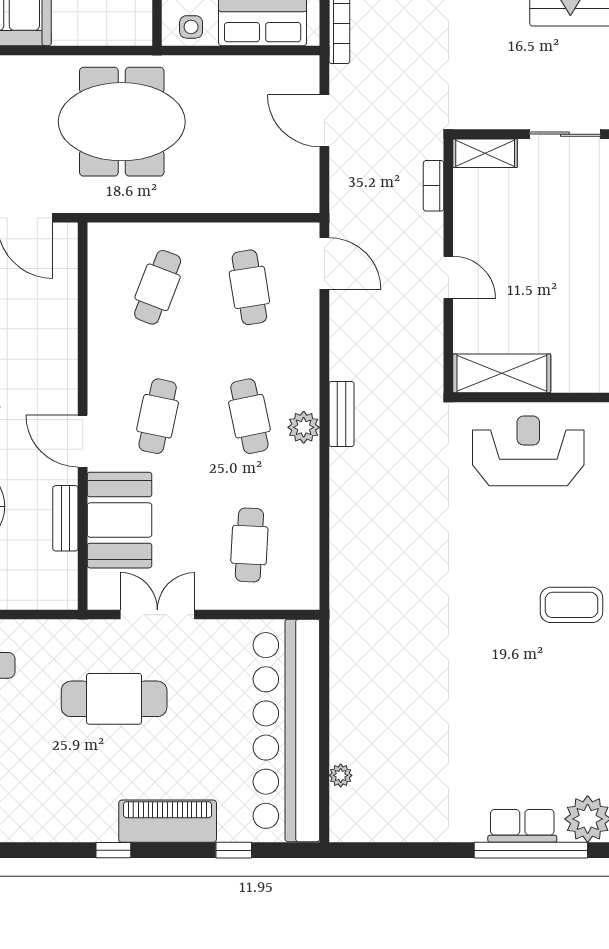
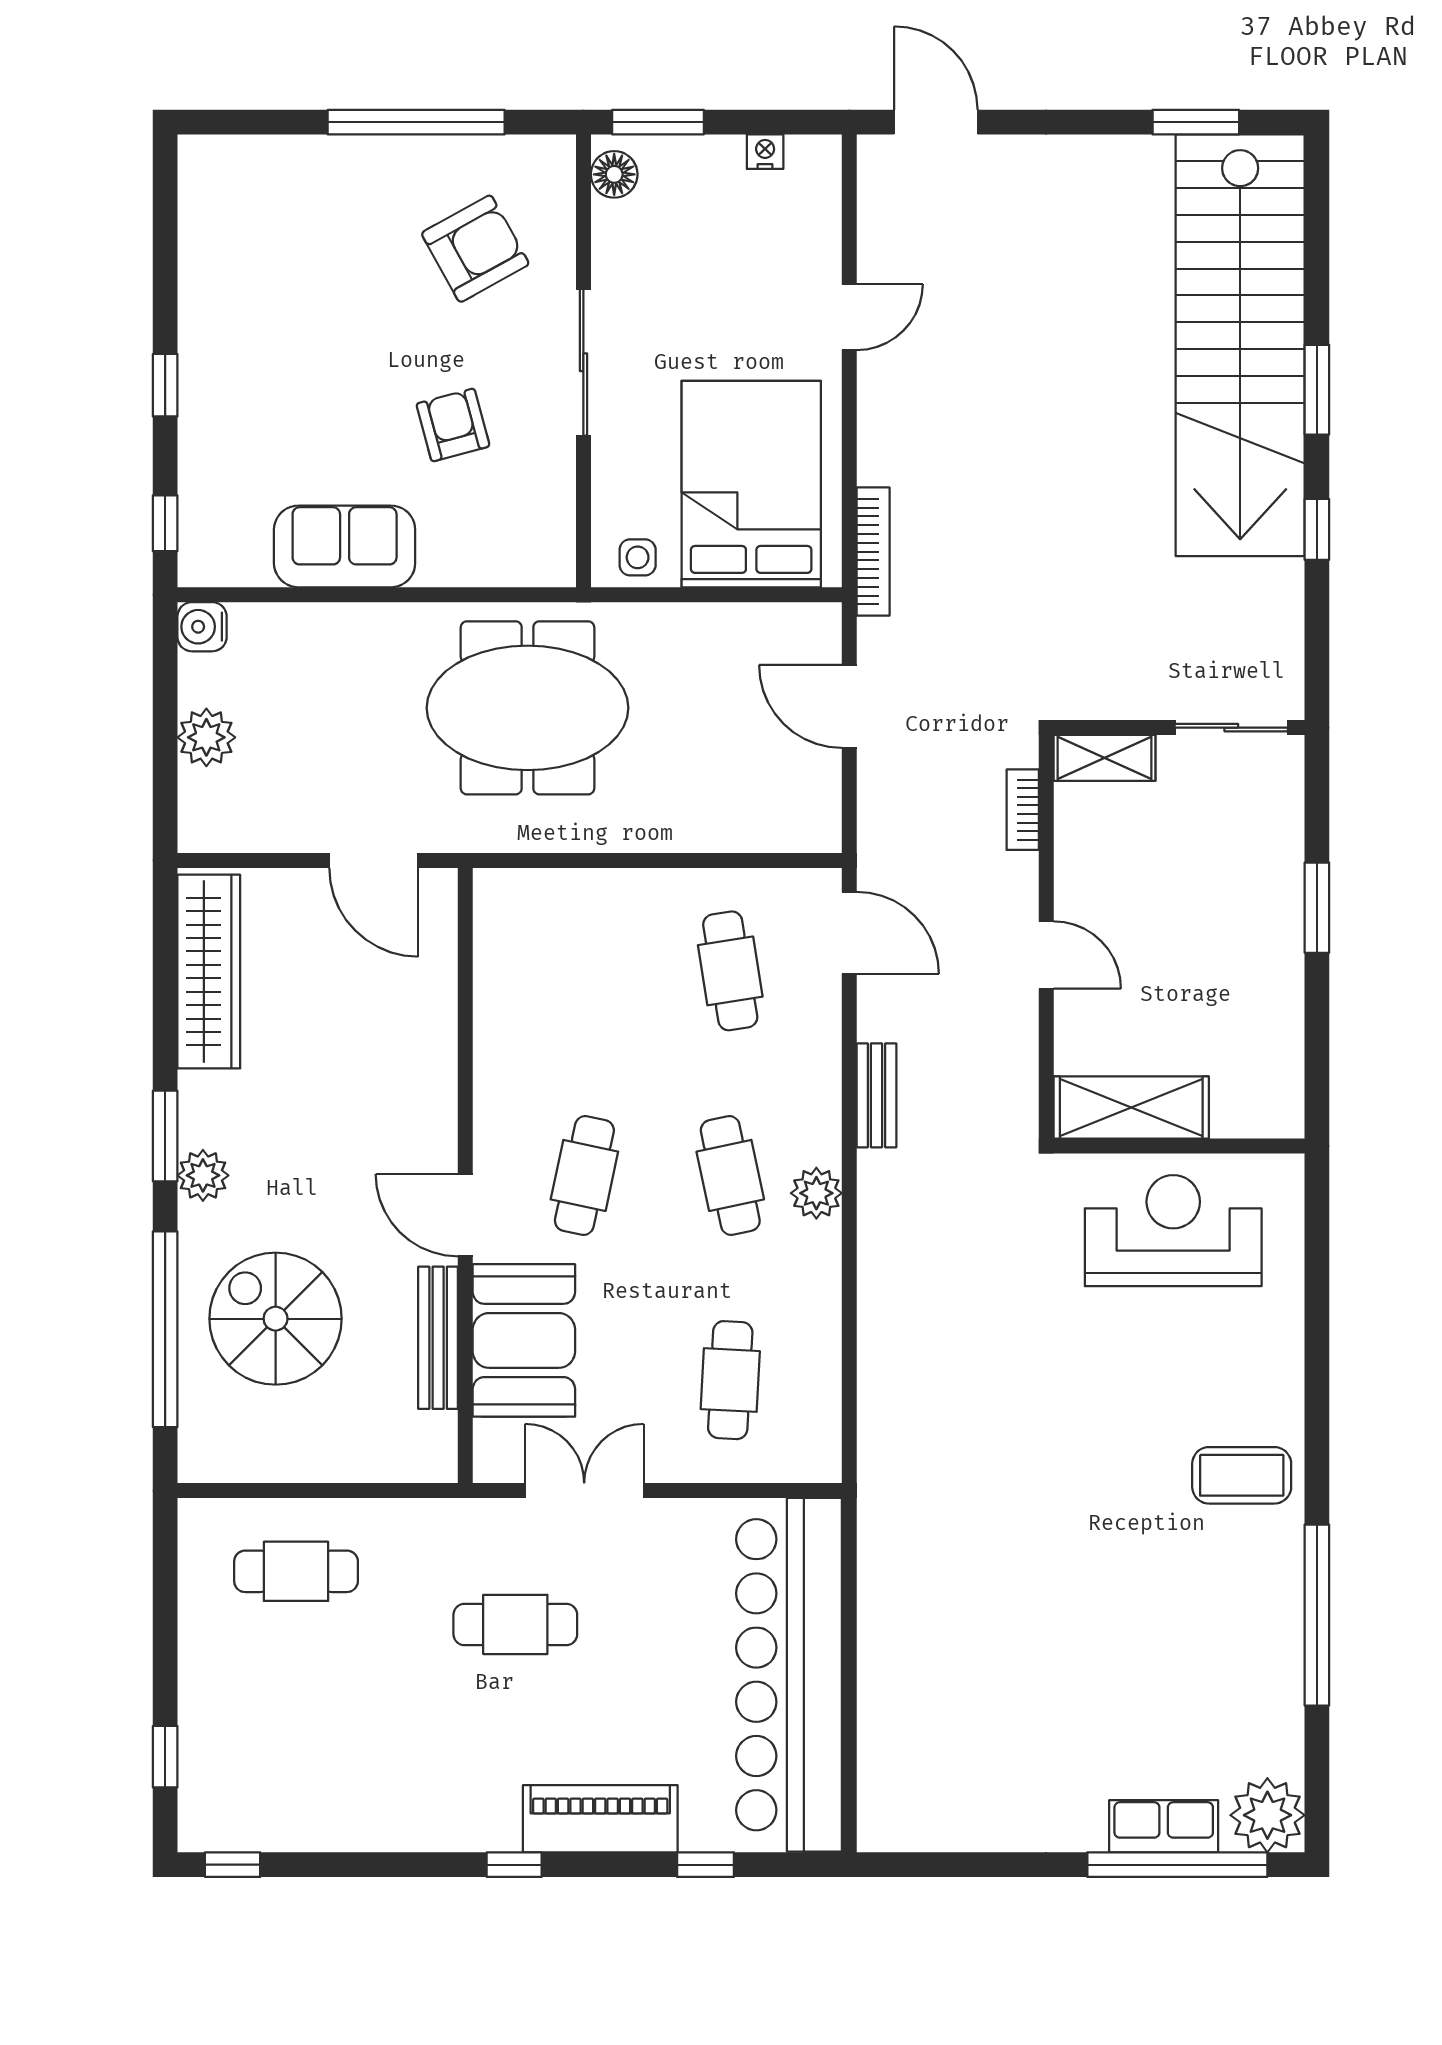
cafe table: (158, 287) -> (584, 971), removed
bench: (342, 414) -> (877, 1095), moved
bench: (65, 518) -> (438, 1338), width x1.36
cafe table: (114, 699) -> (515, 1624), width x0.73, depth x0.74
plant: (341, 775) -> (875, 1746), removed

